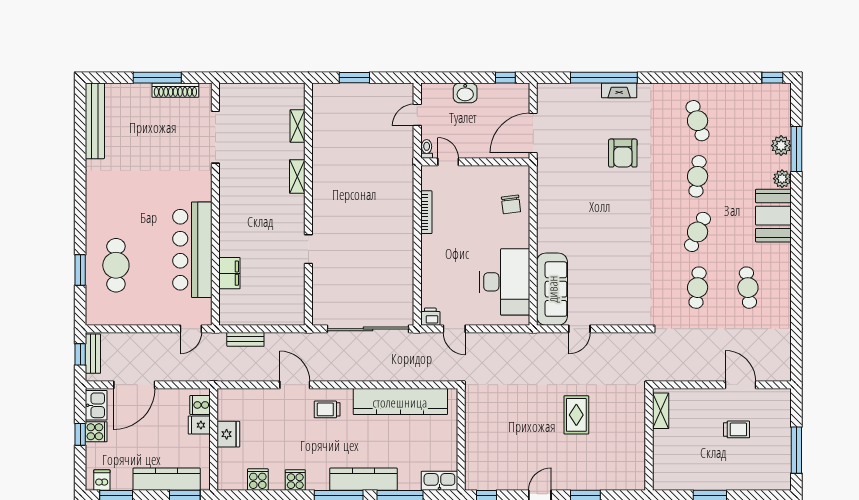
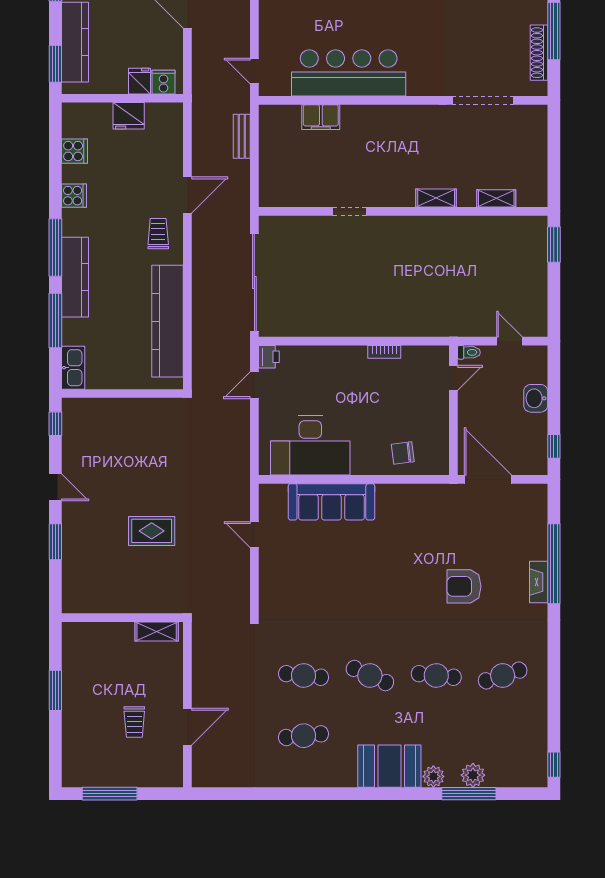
window: (354, 78) -> (554, 245), moved
bookcase: (426, 212) -> (384, 352), width x0.64
sofa: (552, 289) -> (331, 502), moved

